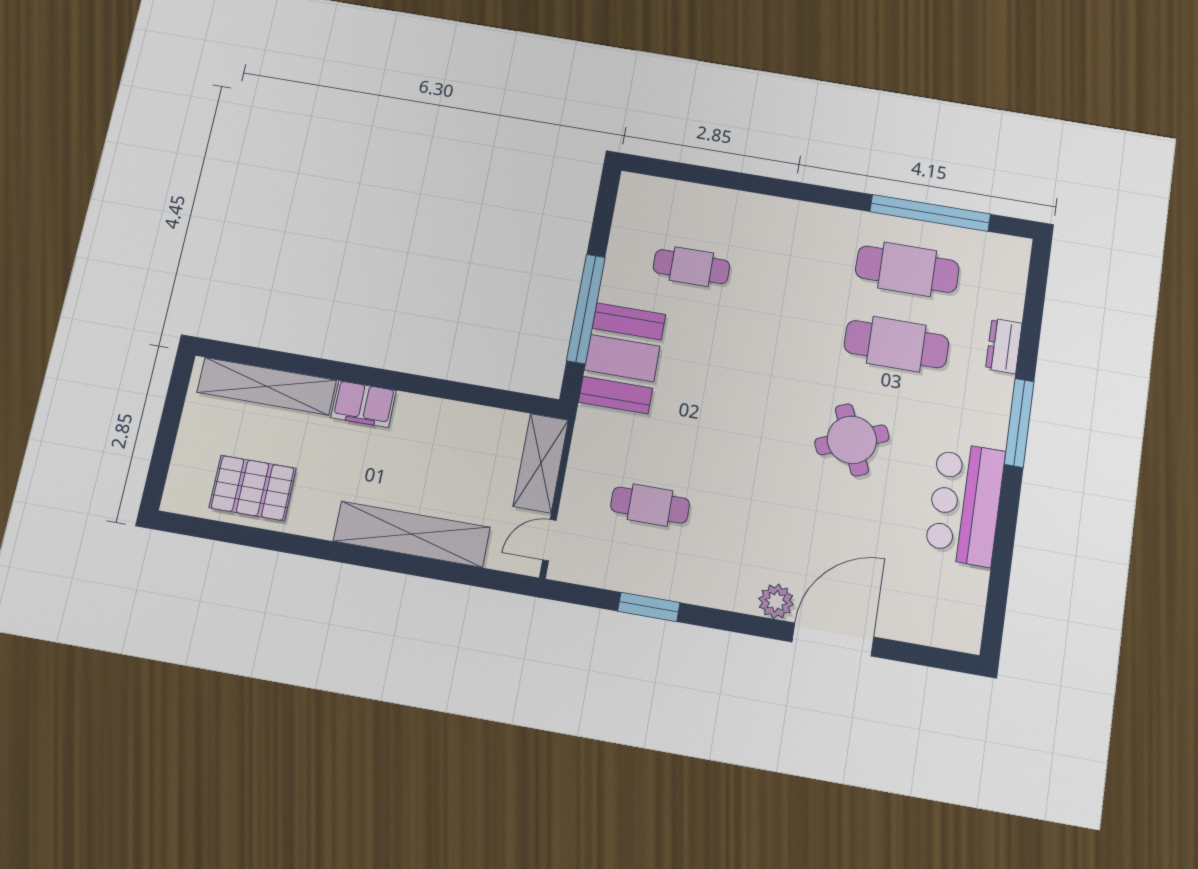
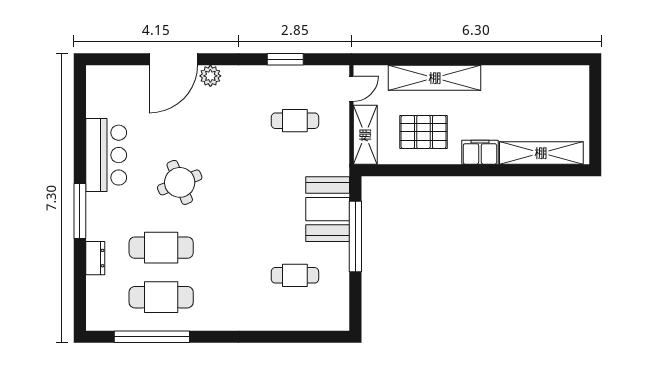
pallet: (253, 488) -> (423, 132), moved

